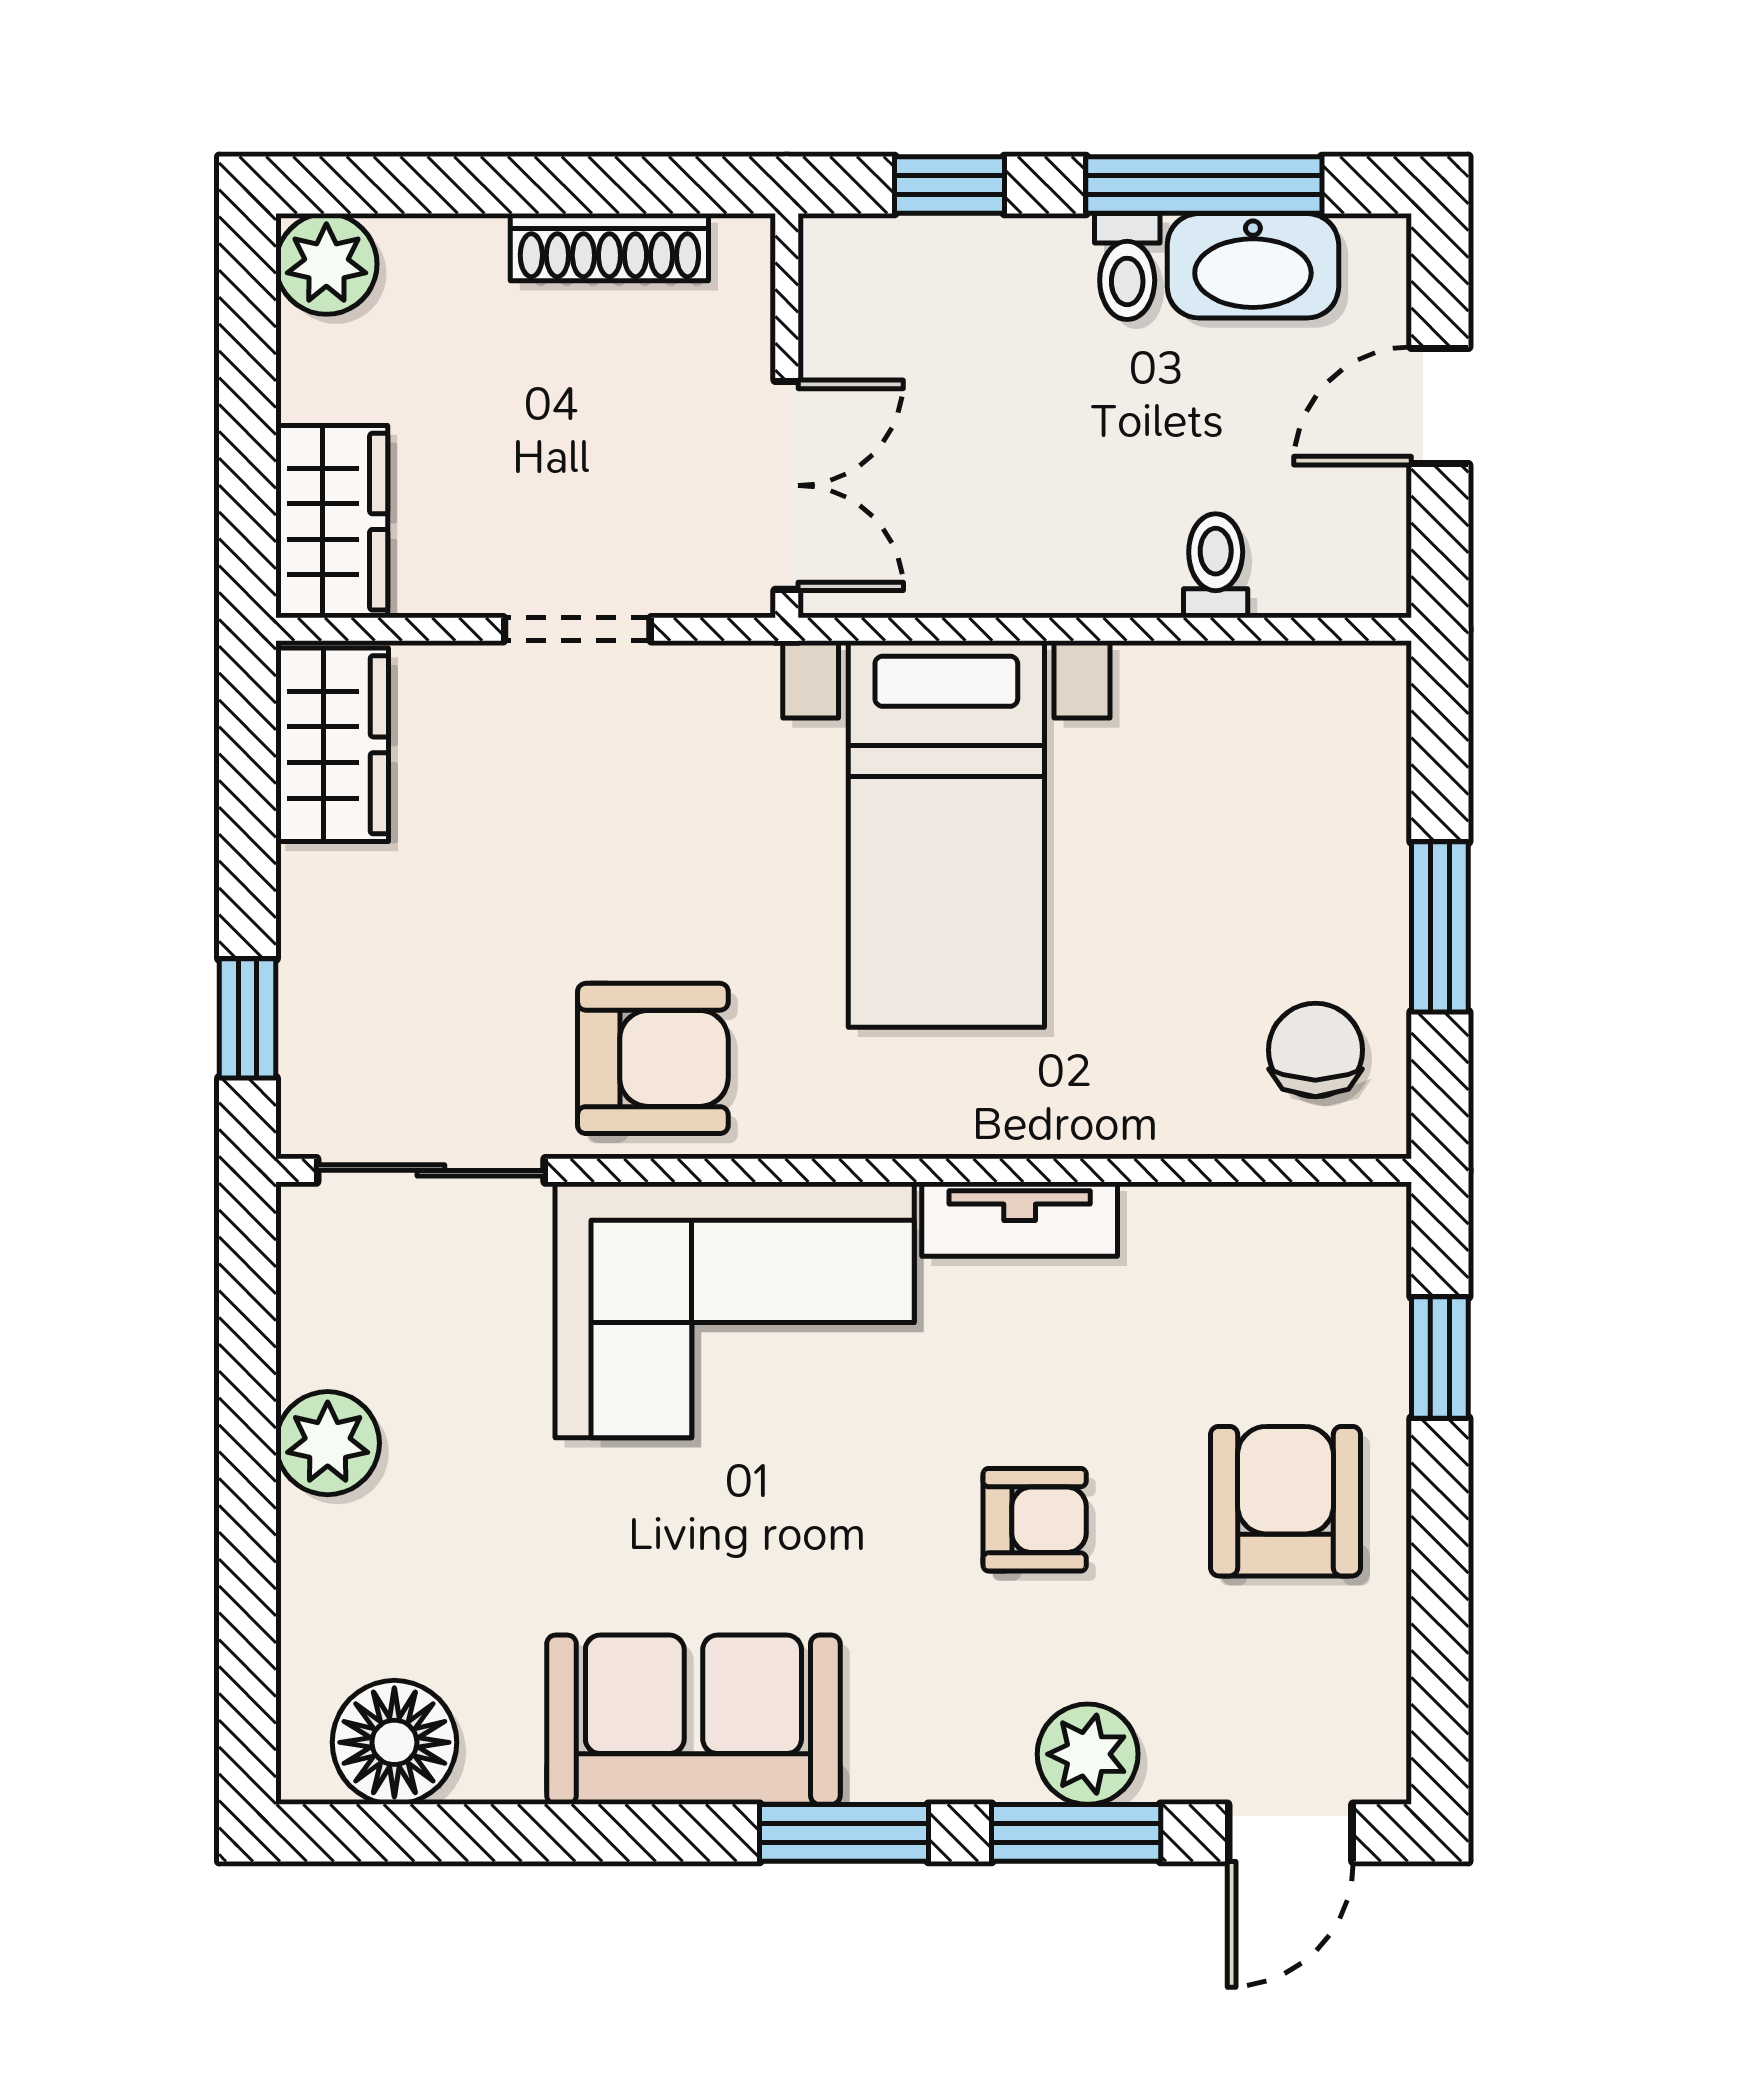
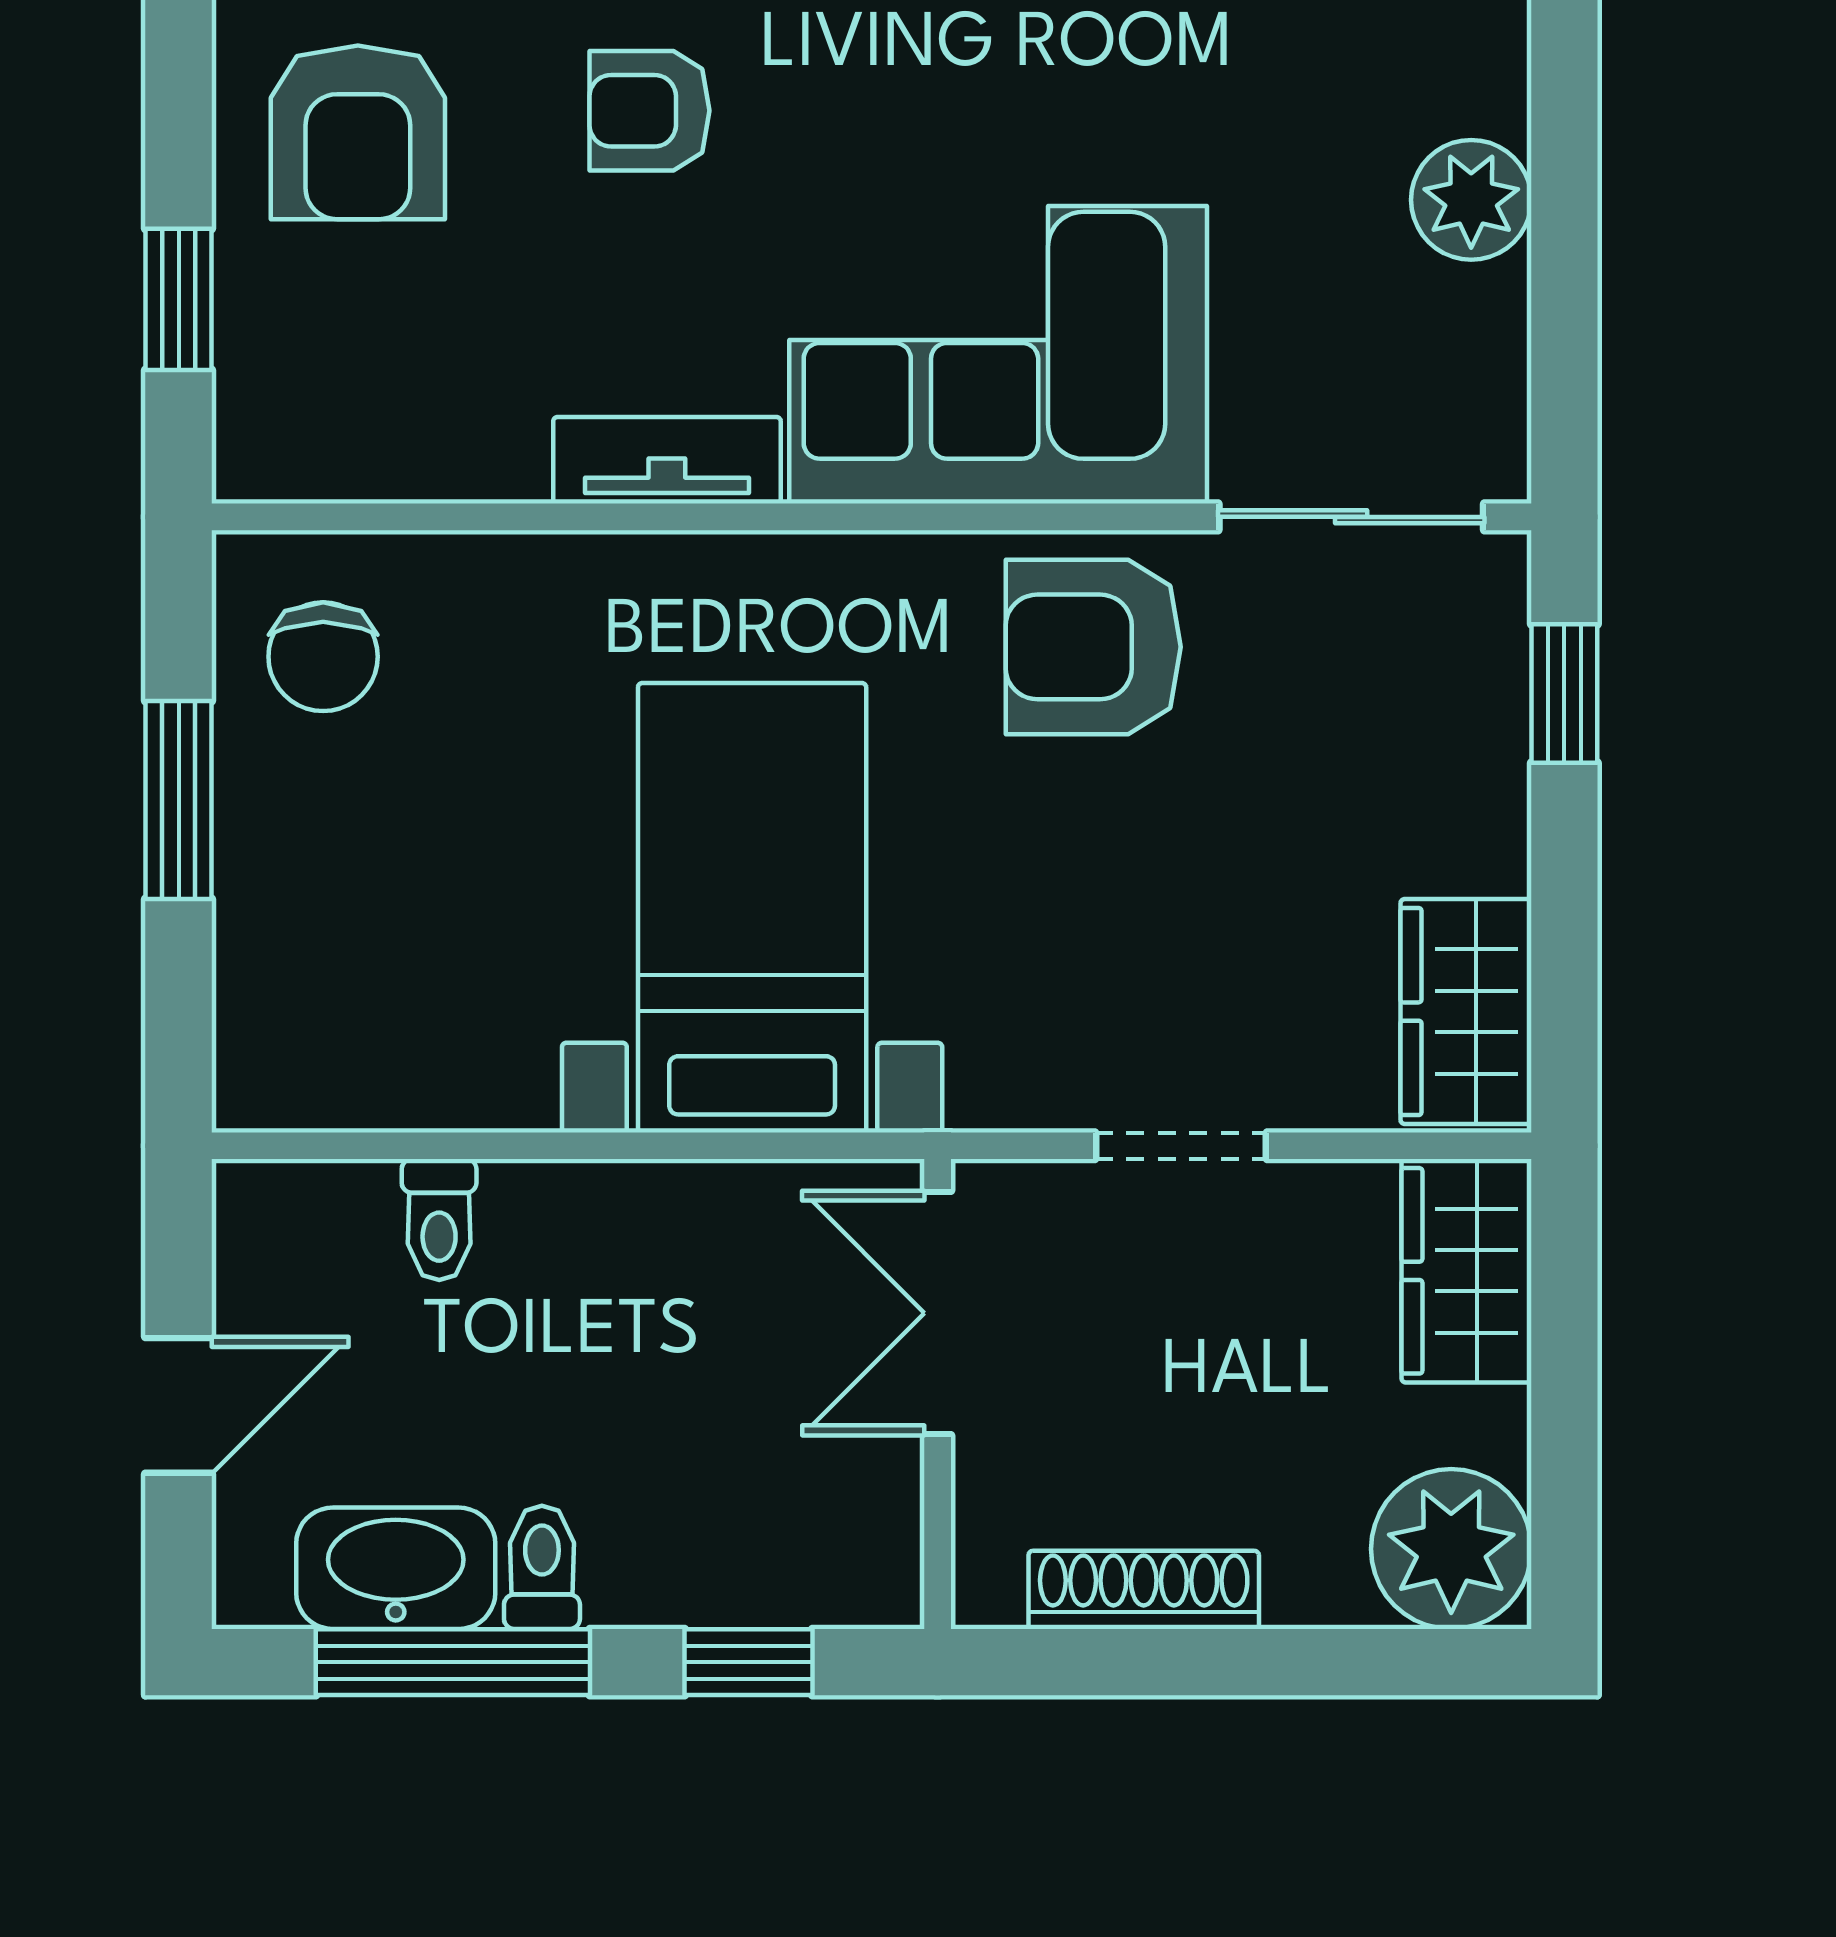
plant: (326, 264) -> (1451, 1549), width x1.36, depth x1.36

